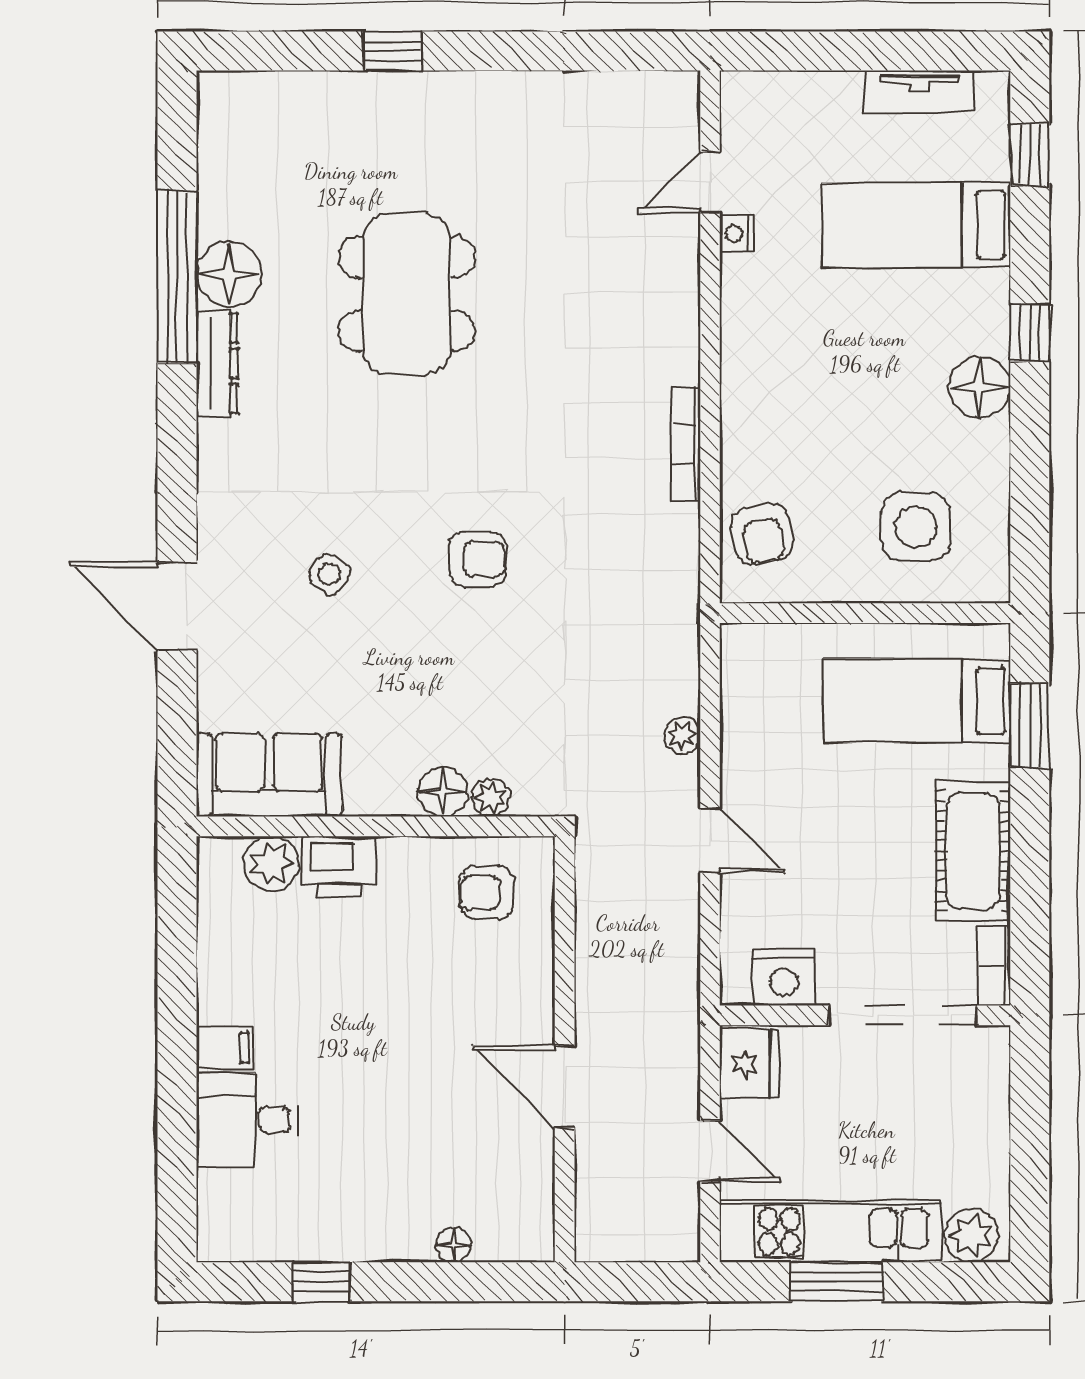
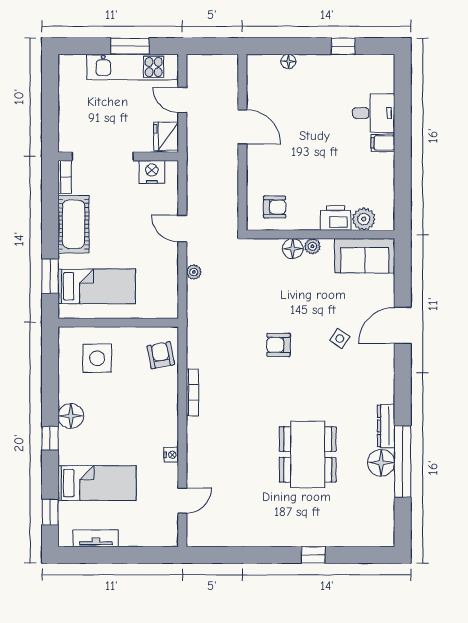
nightstand: (737, 234) -> (171, 455), moved
door: (177, 606) -> (403, 325), swing flipped
plant: (491, 798) -> (312, 246), moved
plant: (972, 1236) -> (74, 65), removed

